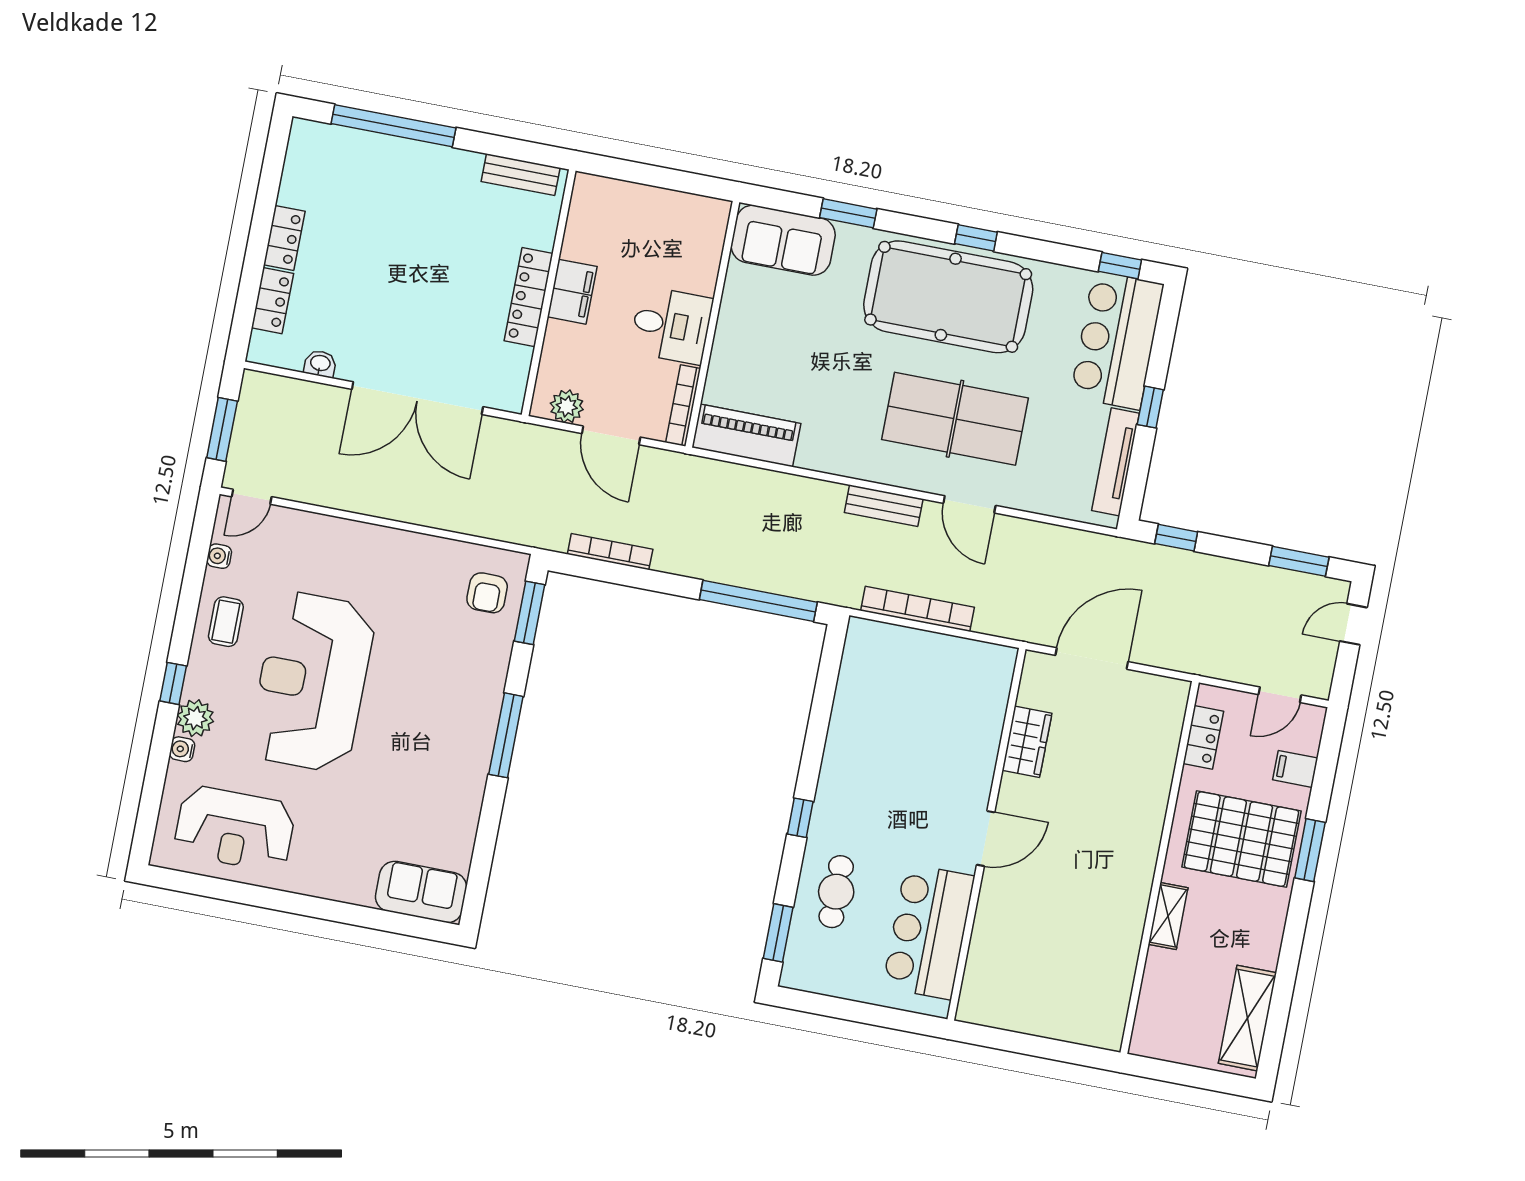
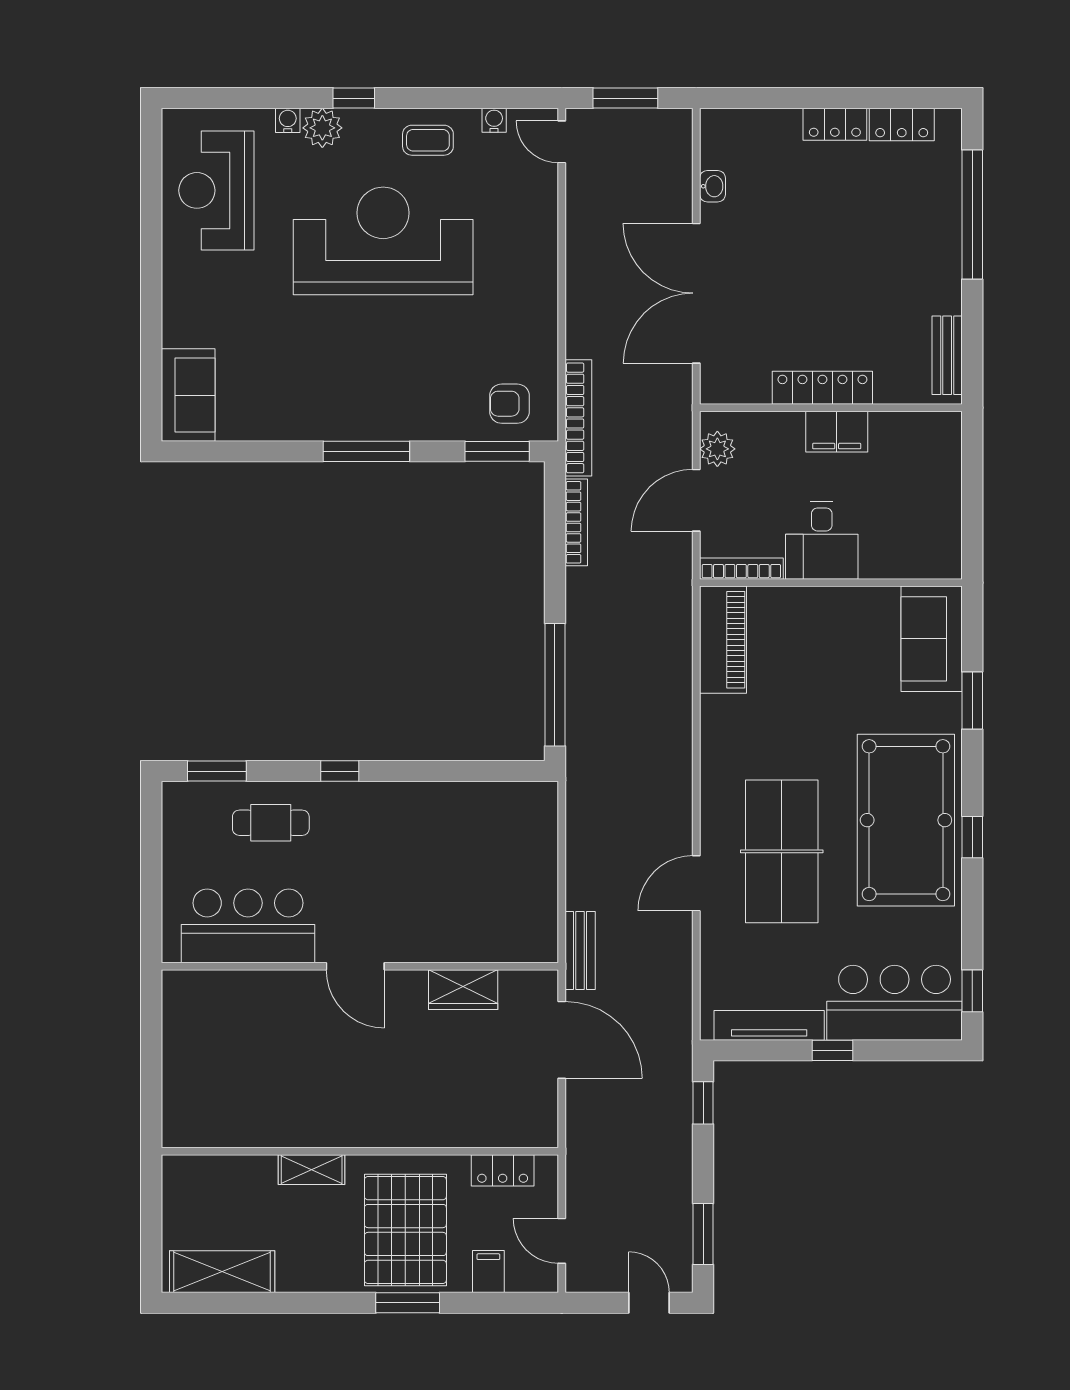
locker: (272, 301) -> (902, 125), moved
bench: (884, 506) -> (580, 951), moved
bookcase: (918, 609) -> (578, 418), moved

